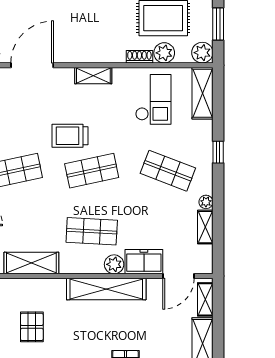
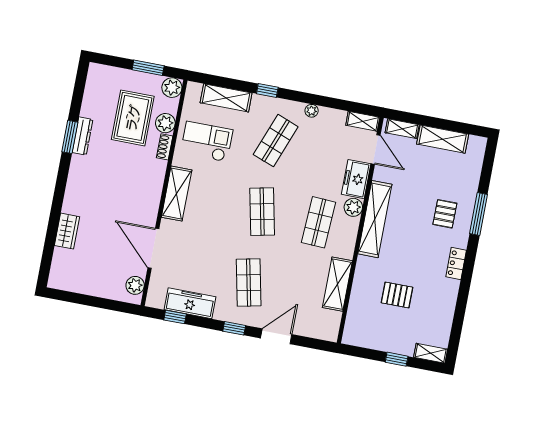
shelving: (93, 76) -> (177, 194), width x1.50, depth x1.33
shelving: (202, 93) -> (226, 98), moved
trolley: (70, 136) -> (226, 226), removed
shelving: (205, 227) -> (363, 121), moved

